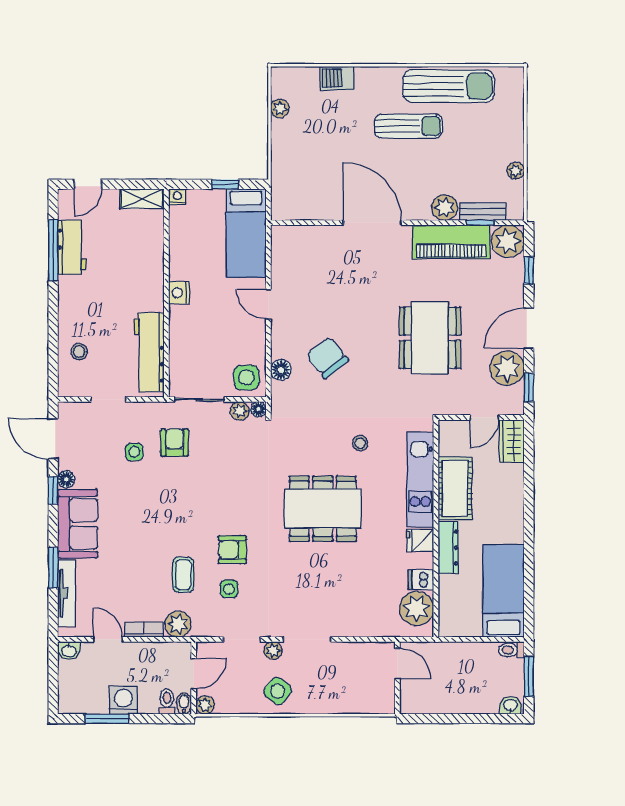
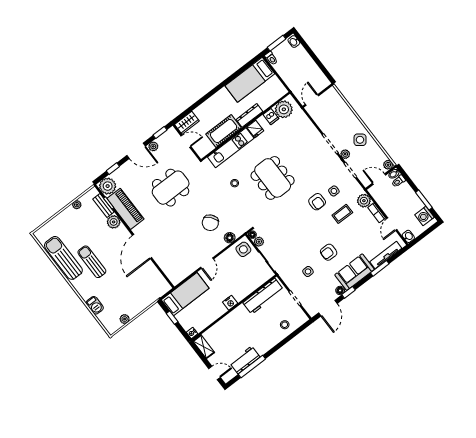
plant: (507, 368) -> (153, 146), width x0.53, depth x0.53
armchair: (175, 443) -> (329, 252), moved
washing machine: (123, 700) -> (424, 216), moved

